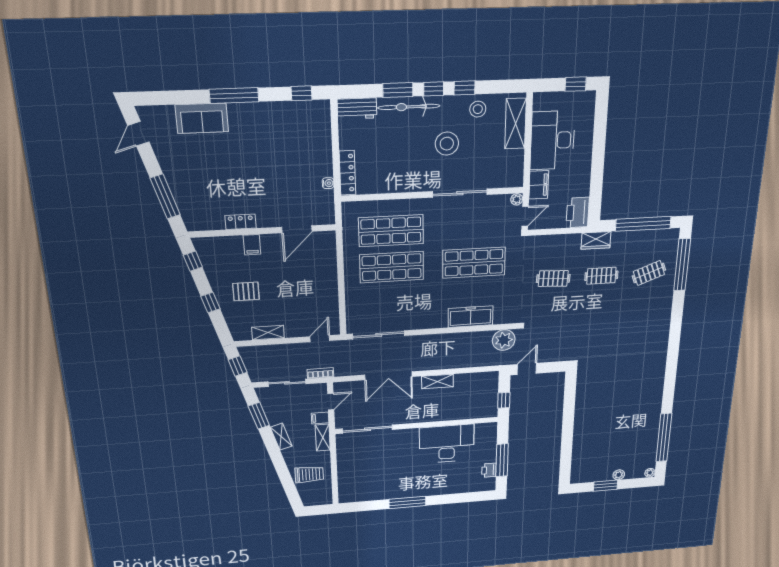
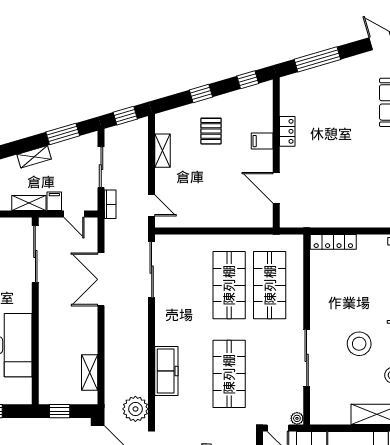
water cooler: (328, 183) -> (323, 222), removed
shelving: (437, 381) -> (90, 372), moved

